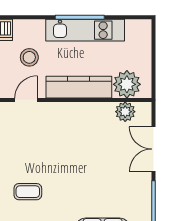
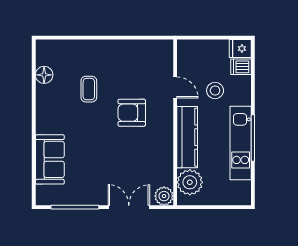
plant: (125, 112) -> (164, 196), moved
armchair: (53, 146) -> (132, 113), added

